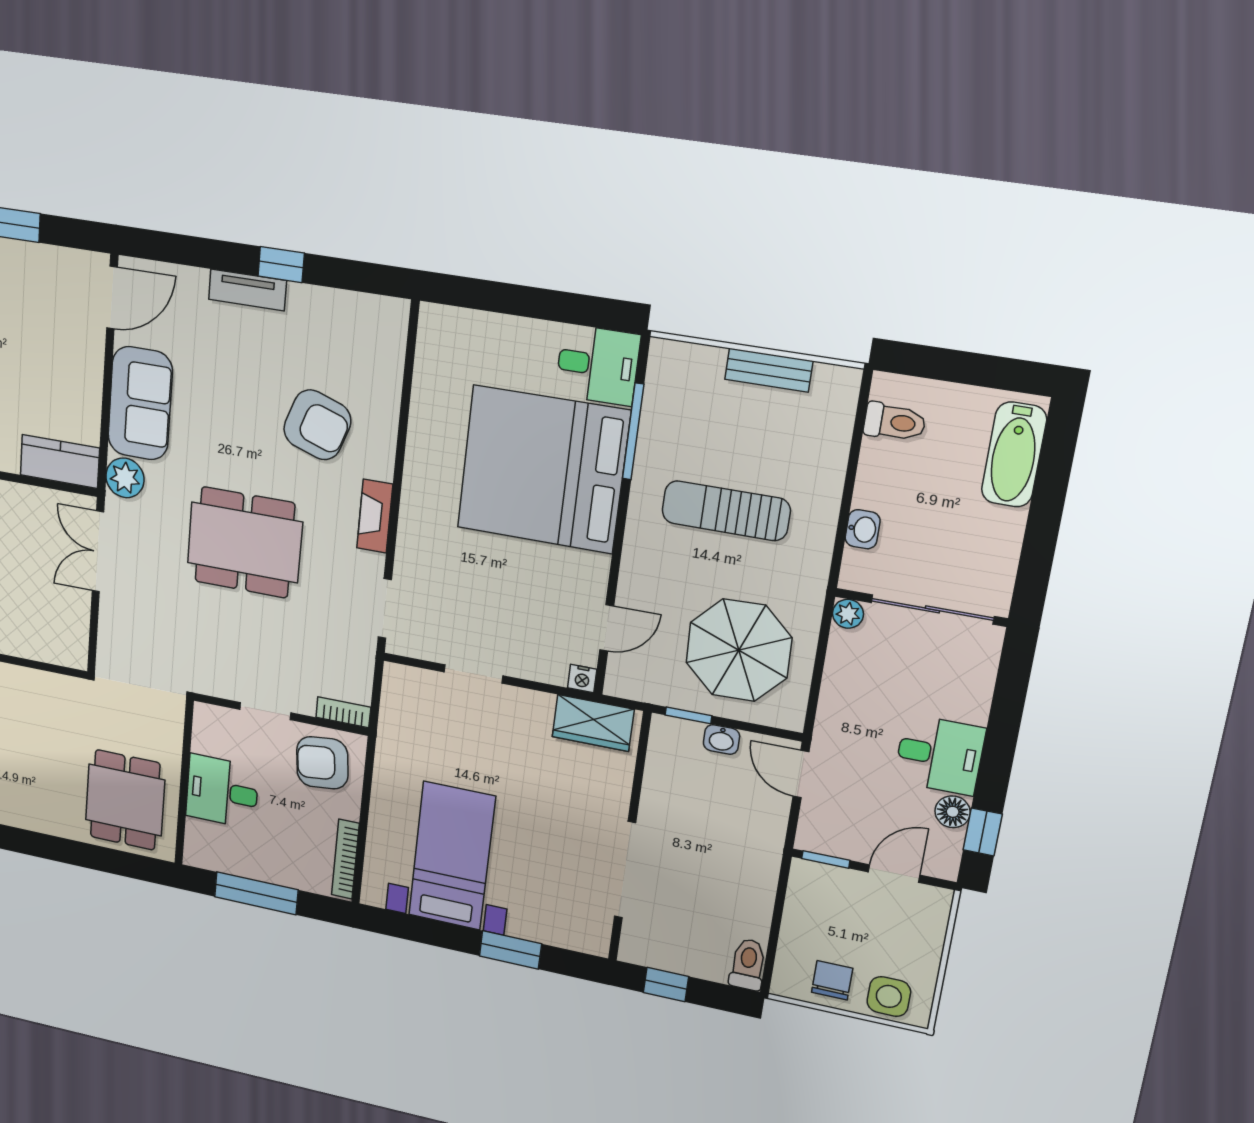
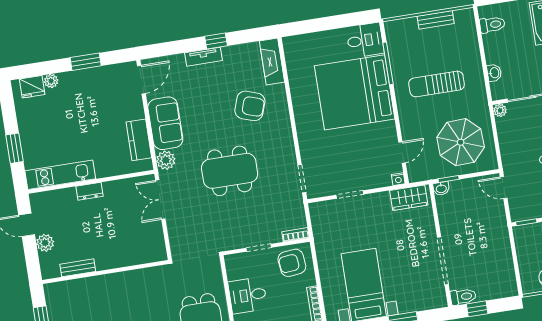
kitchen counter: (60, 462) -> (139, 140), moved, turned -90
fireplace: (375, 516) -> (272, 62), moved, width x1.37, depth x1.32
washbasin: (721, 739) -> (441, 188), moved
toilet: (748, 964) -> (463, 297), moved, turned 90

